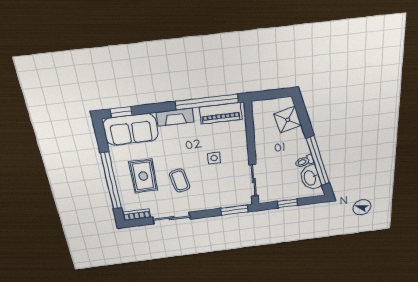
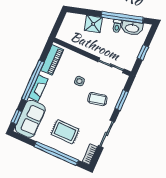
window: (207, 102) -> (33, 80), moved
shower: (288, 120) -> (93, 24), moved
coffee table: (180, 181) -> (97, 99), moved
window: (234, 210) -> (122, 100), moved

